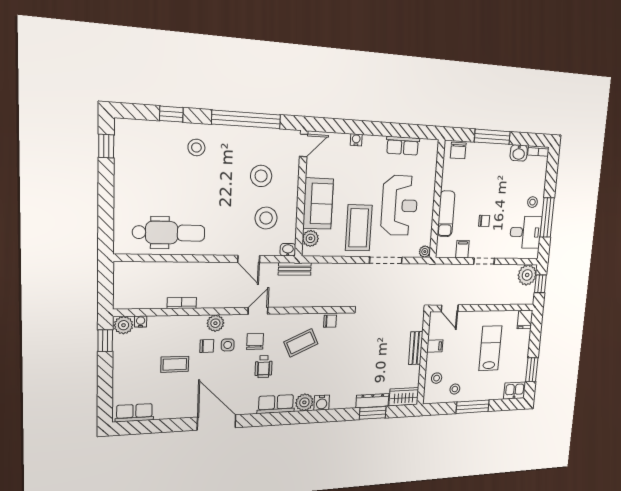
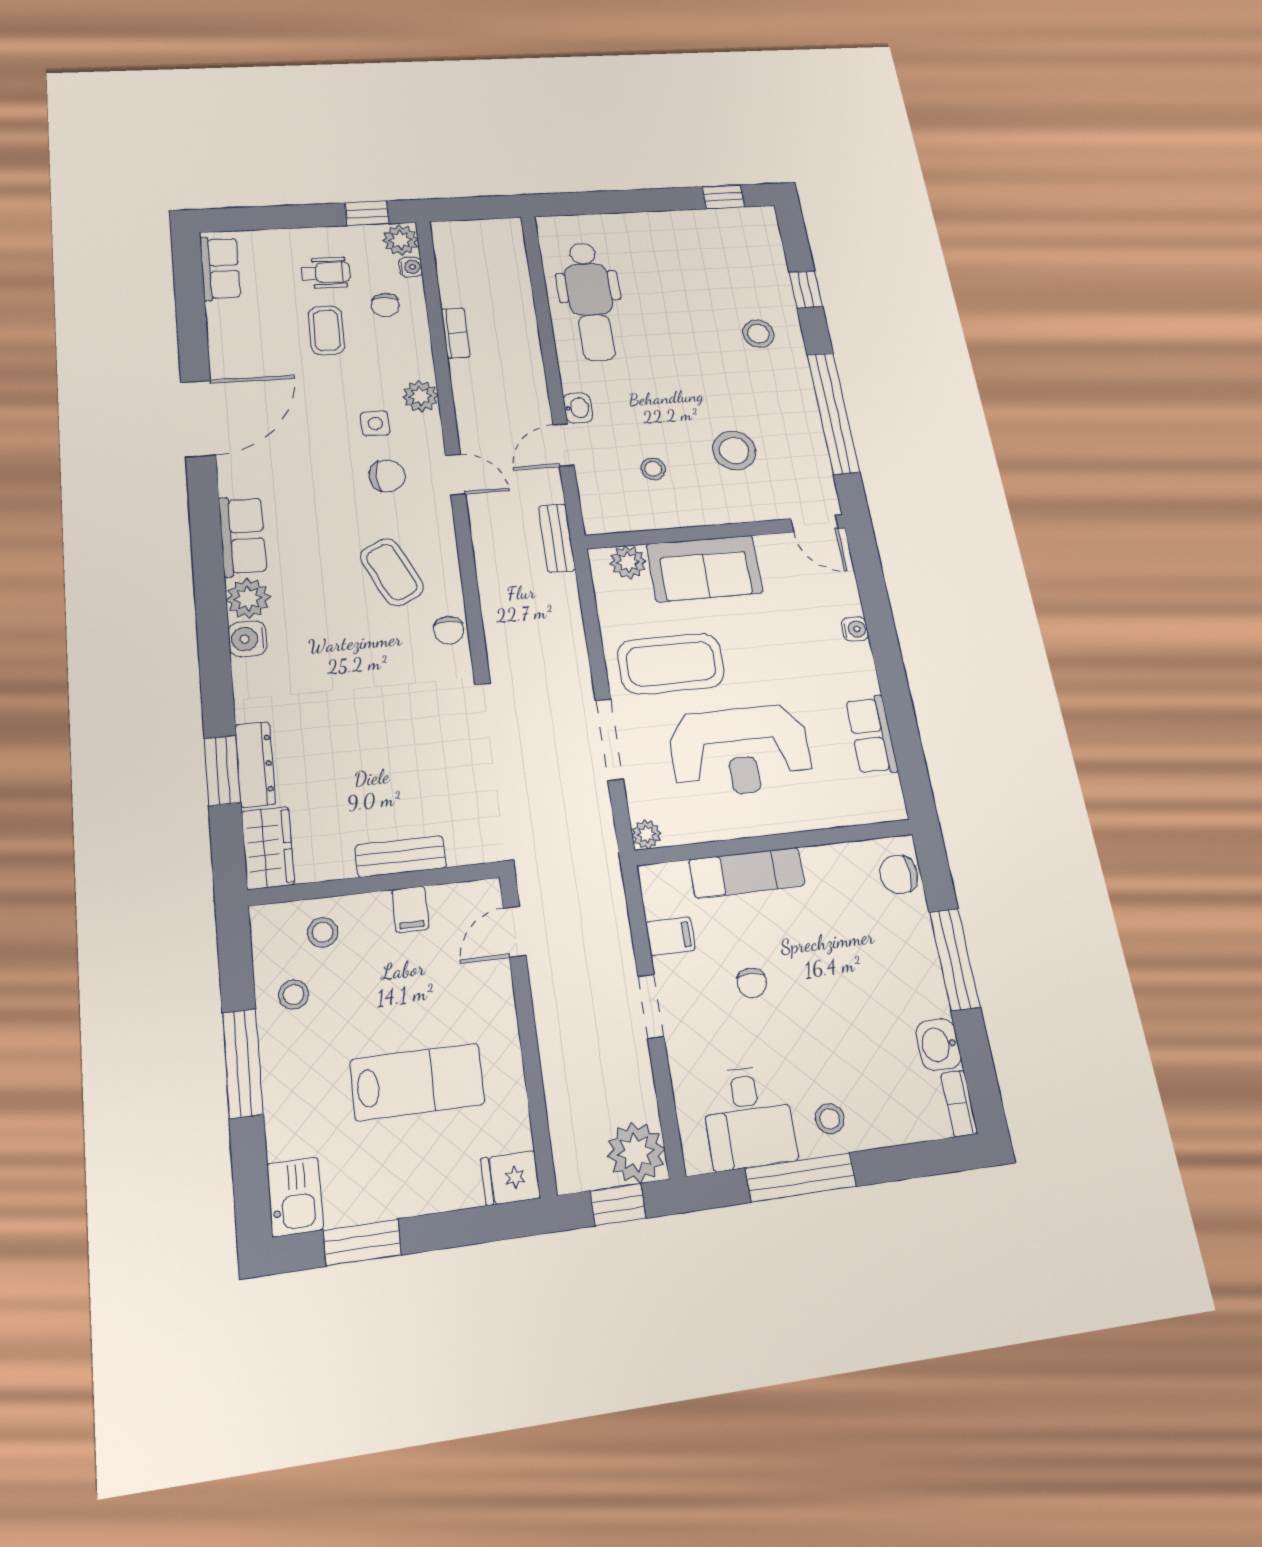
stool: (266, 218) -> (653, 469), width x0.53, depth x0.53
washbasin: (288, 250) -> (578, 408), moved
chair: (207, 346) -> (385, 305), moved
wheelchair: (264, 367) -> (326, 273), moved, turned 180

